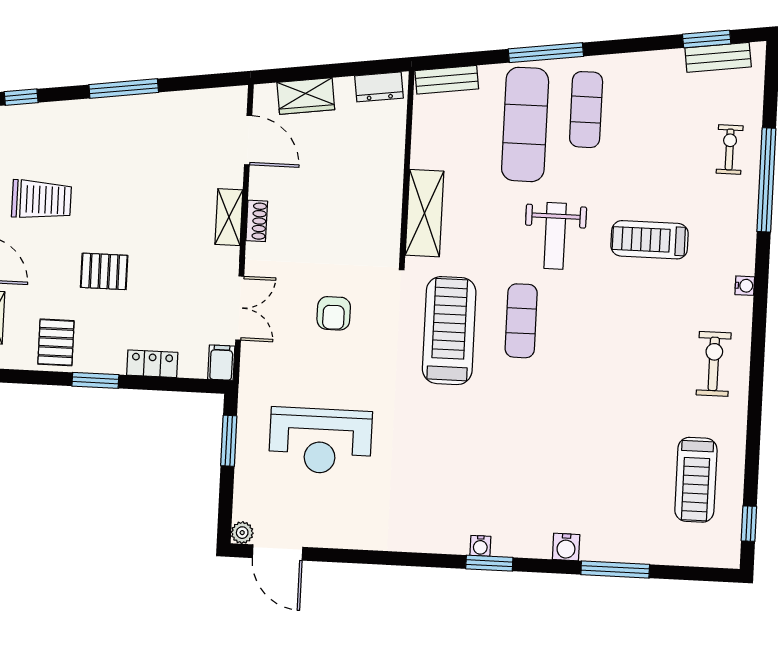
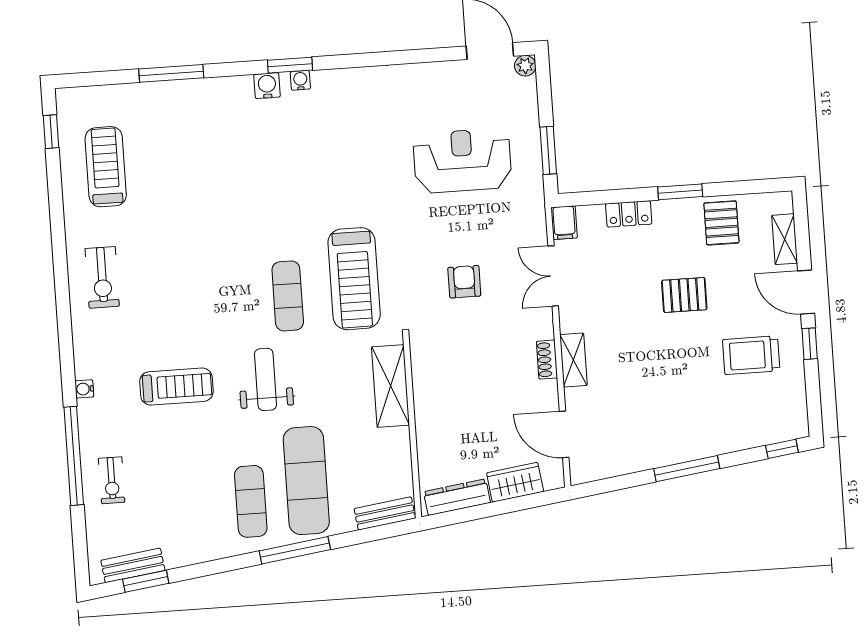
dresser: (379, 87) -> (457, 497), width x1.44
water cooler: (745, 286) -> (84, 389), moved
water cooler: (566, 547) -> (267, 86), moved

